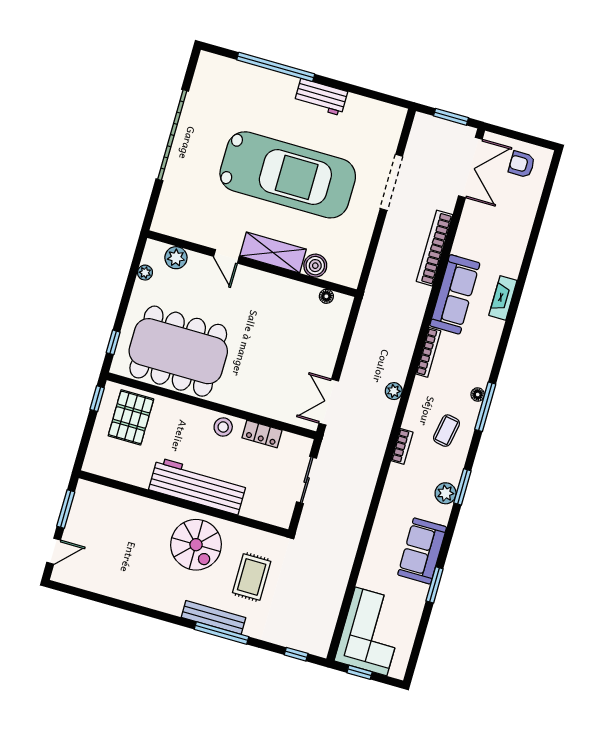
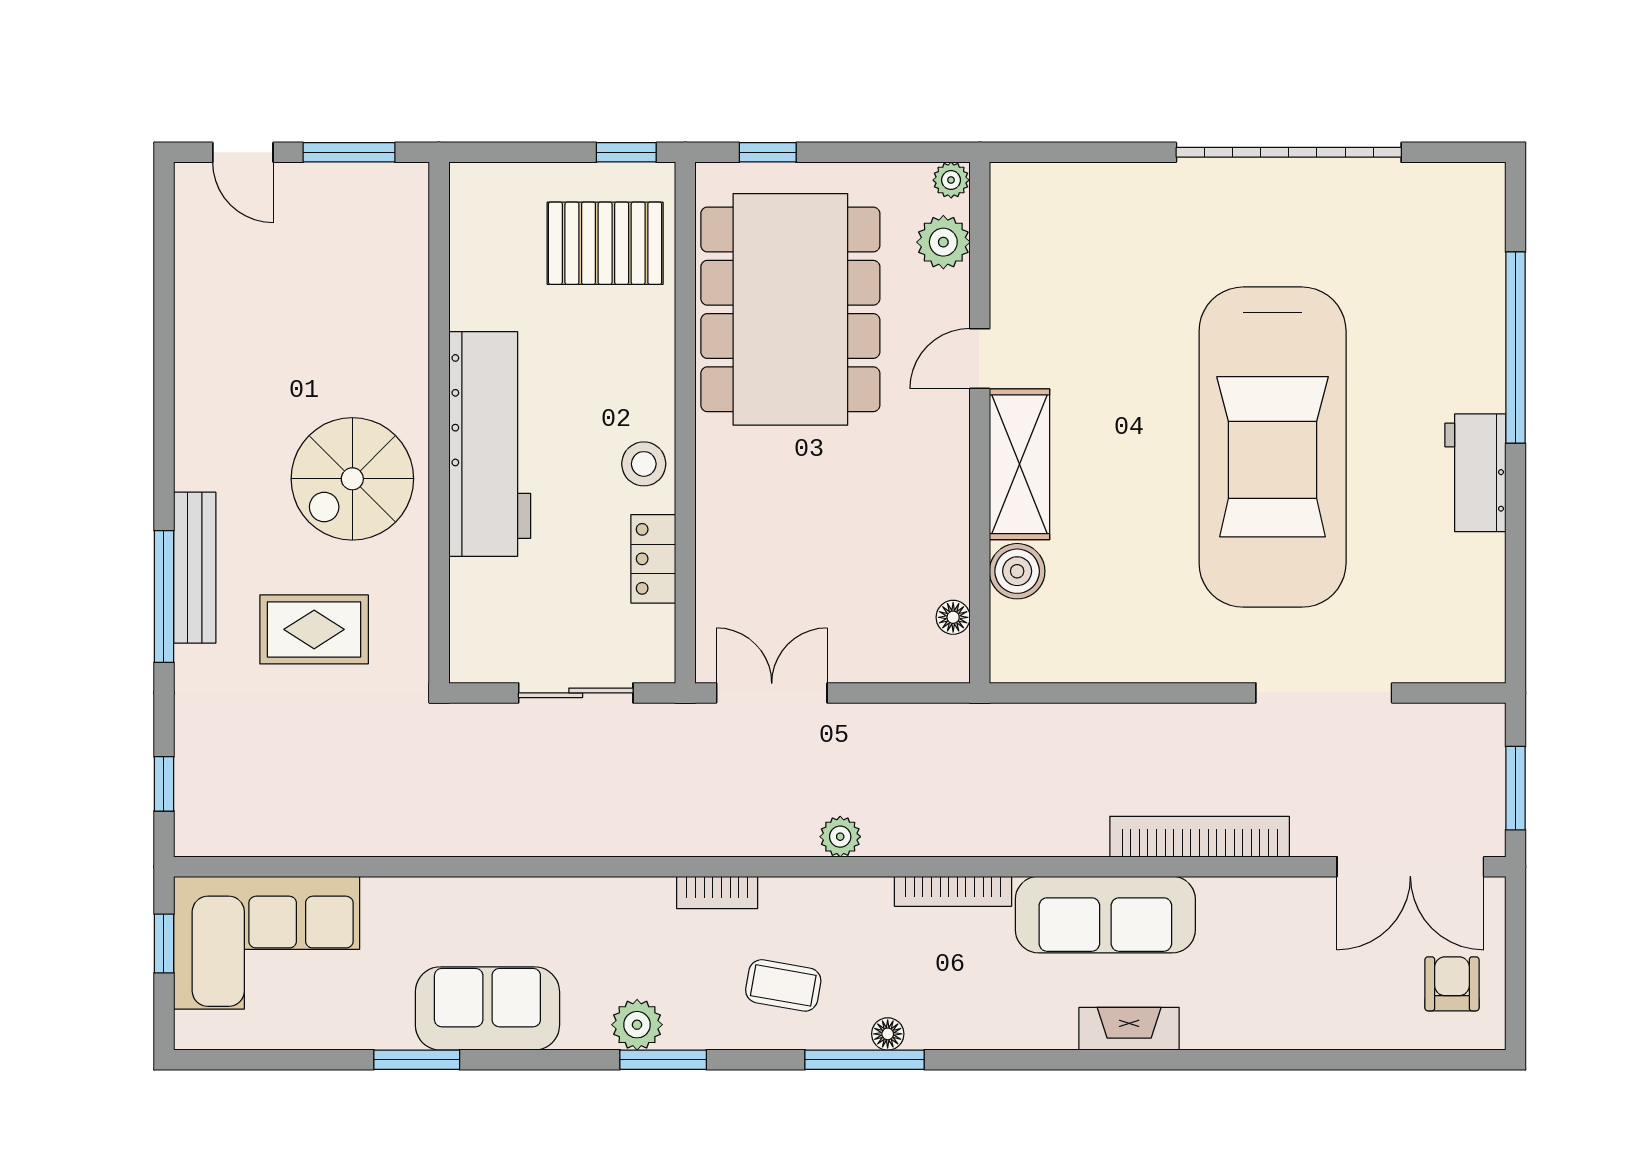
shelving: (273, 253) -> (1020, 464), moved
door: (226, 256) -> (980, 359), moved
plant: (176, 258) -> (943, 242), moved
wall: (252, 264) -> (980, 423), moved
boiler: (315, 266) -> (1017, 571), moved
floor lamp: (326, 296) -> (953, 617), moved

